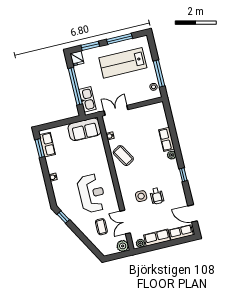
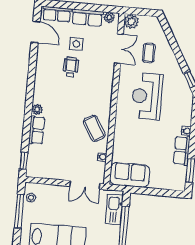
row of seats: (47, 145) -> (182, 151), moved
window: (183, 175) -> (24, 161), moved
side table: (141, 196) -> (76, 44), moved

